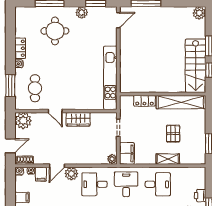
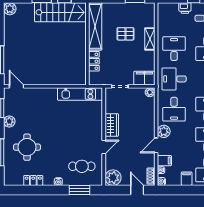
locker: (20, 48) -> (33, 180), moved
kitchen unit: (110, 78) -> (80, 94), width x0.73
door: (57, 166) -> (156, 145), swing flipped

